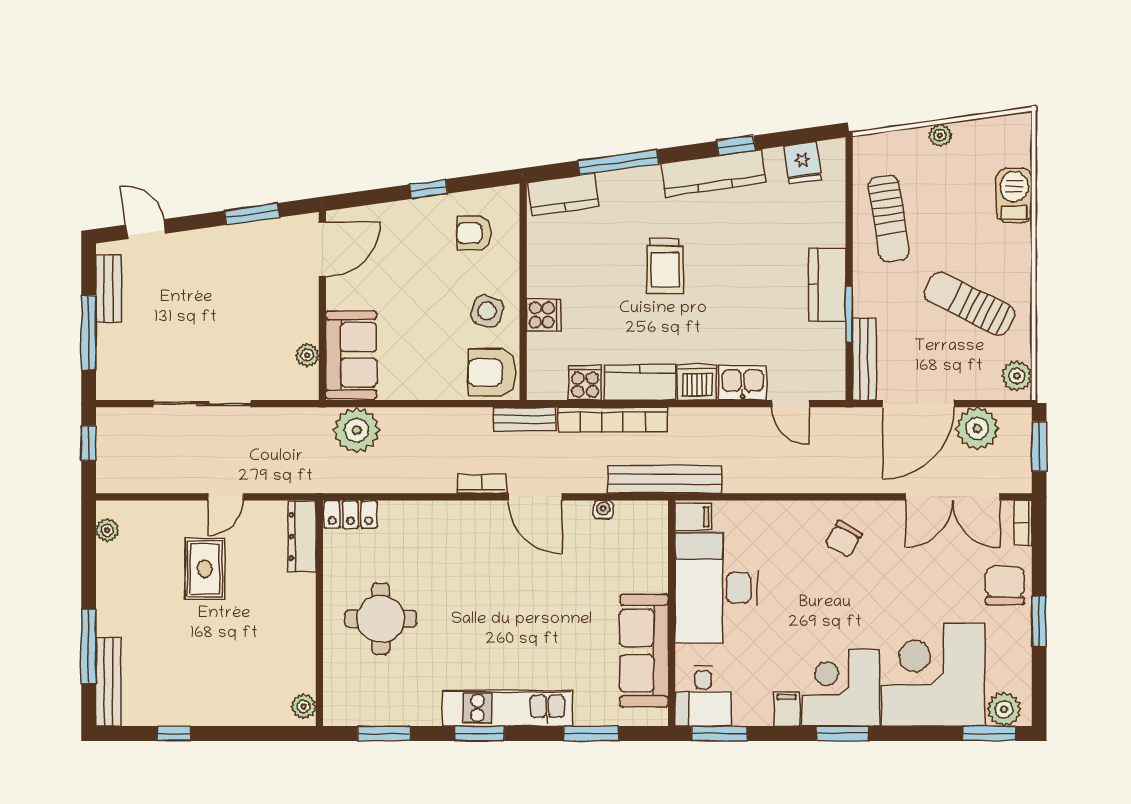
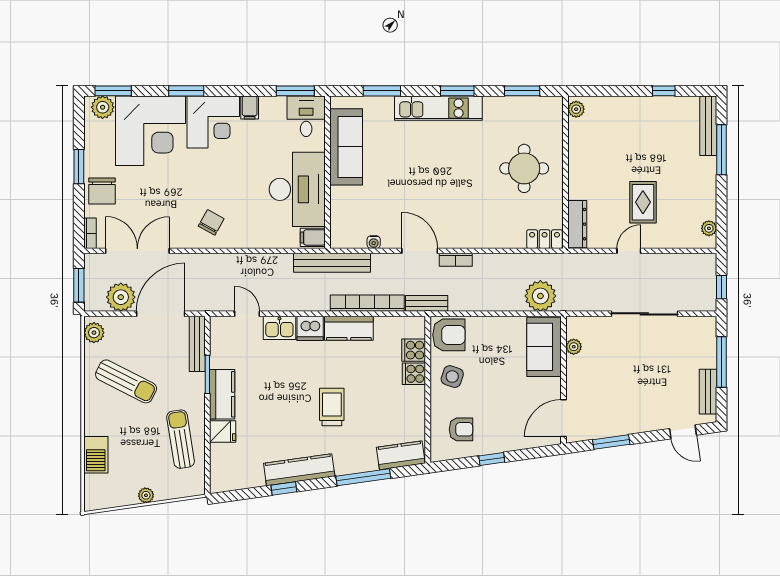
fridge: (803, 163) -> (223, 432), moved, turned 98
cooker: (585, 383) -> (414, 350), moved, turned 90
window: (842, 734) -> (186, 91), moved

